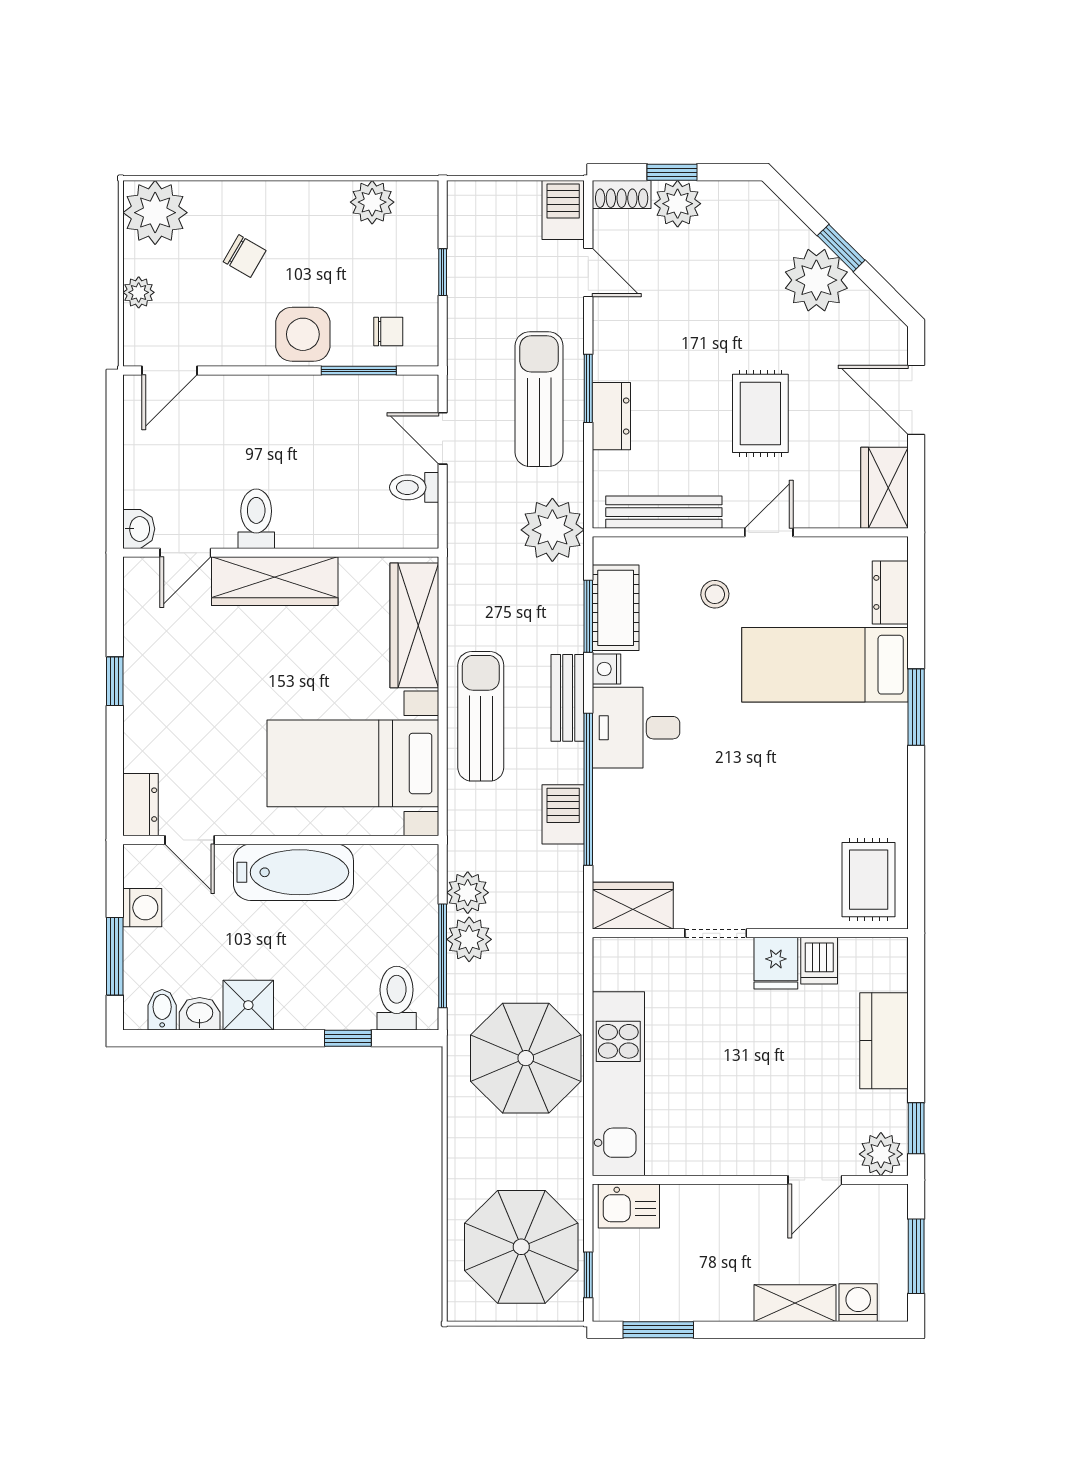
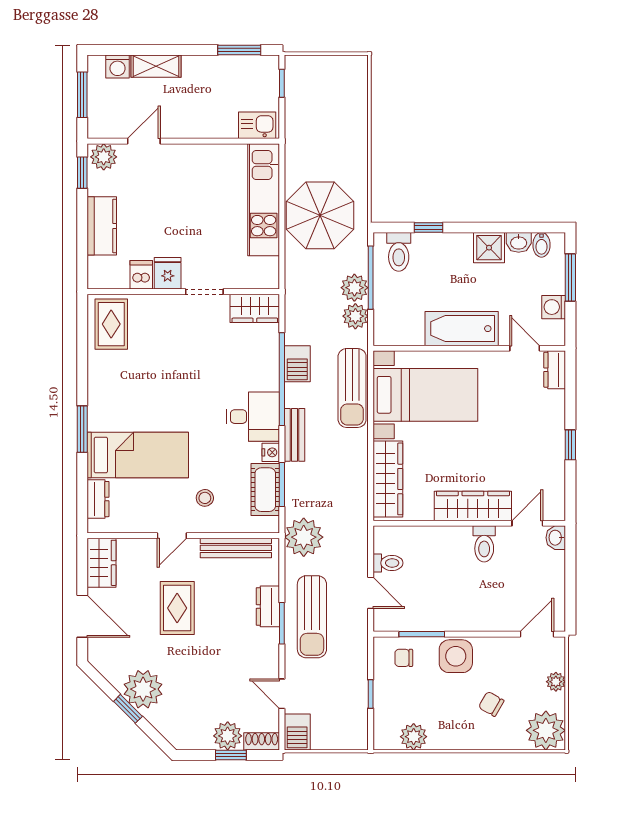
sun lounger: (481, 716) -> (352, 388), moved
parasol: (521, 1247) -> (323, 100), removed

